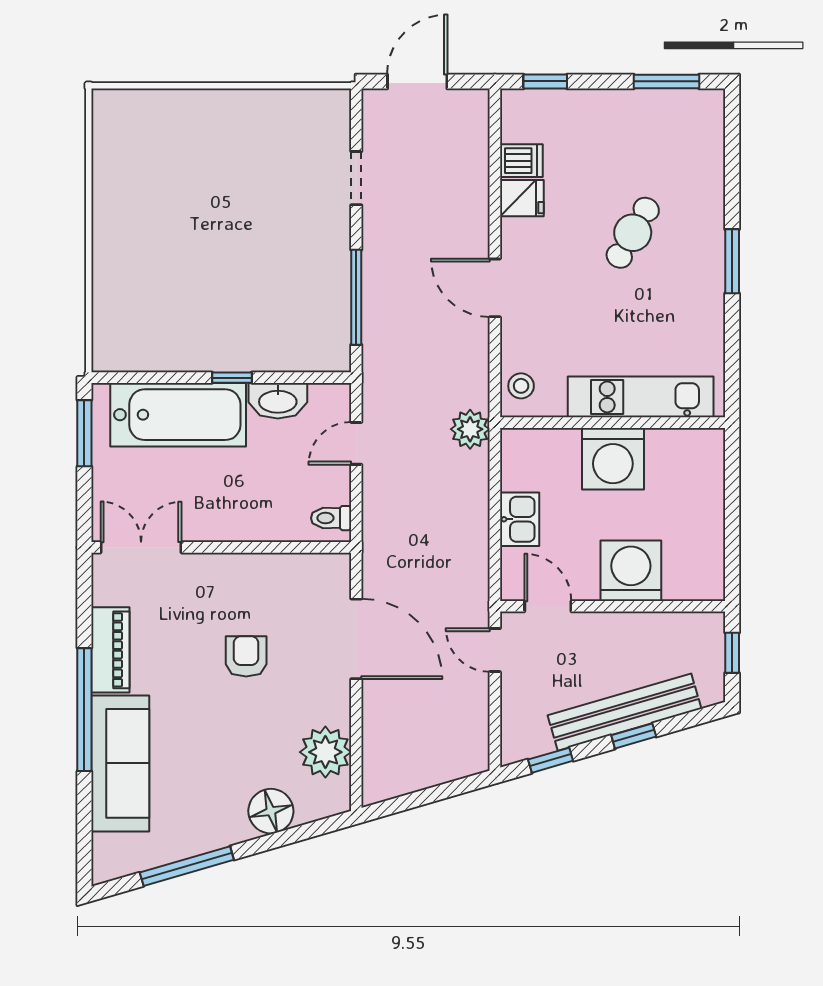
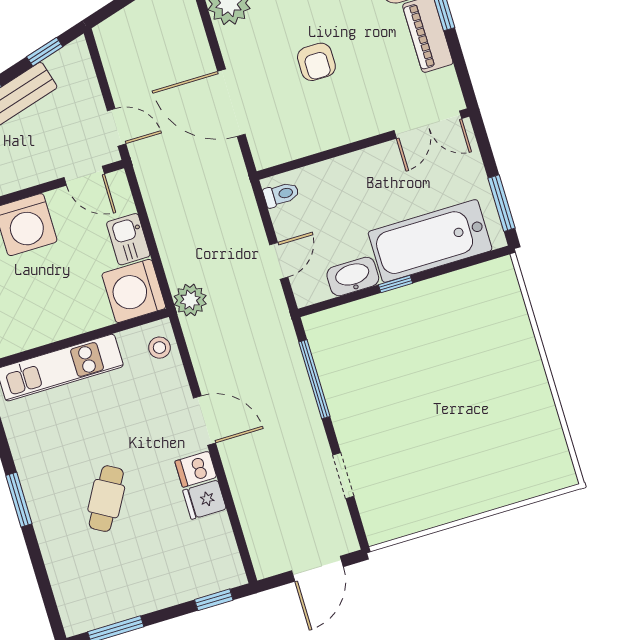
dishwasher: (521, 161) -> (196, 469), moved
washing machine: (613, 459) -> (134, 291), moved, turned -90

